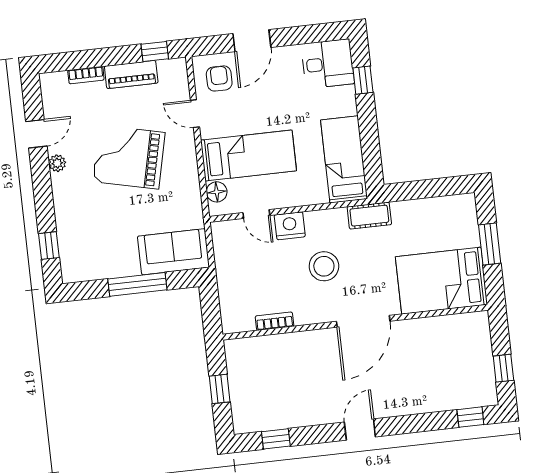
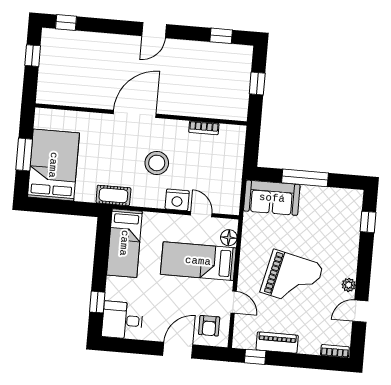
bookcase: (86, 75) -> (335, 351), moved
bed: (441, 281) -> (53, 165), moved, turned -90

